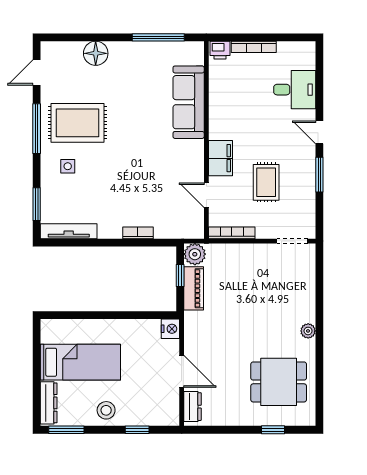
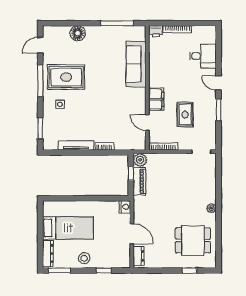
tv unit: (69, 231) -> (76, 145), moved

